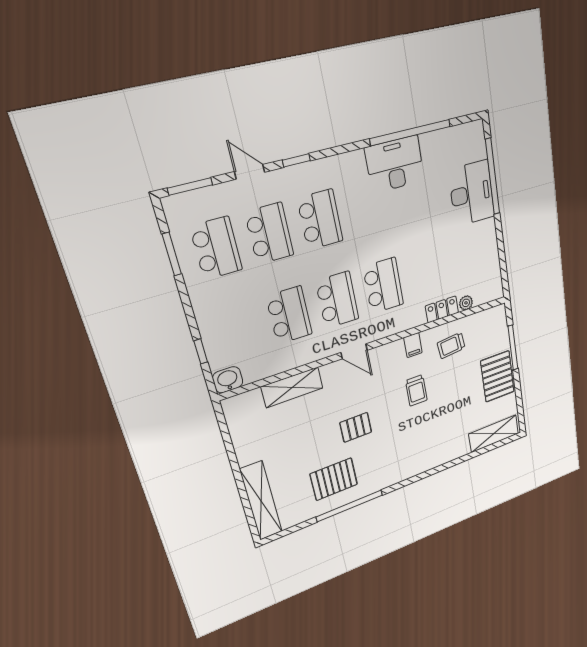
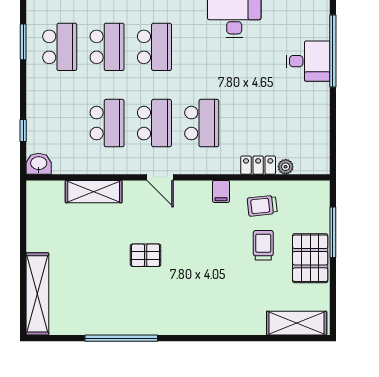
desk: (472, 193) -> (308, 61), width x0.73
trolley: (416, 390) -> (263, 245), moved, turned 180
pallet: (334, 479) -> (112, 302), removed

